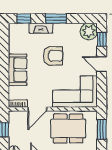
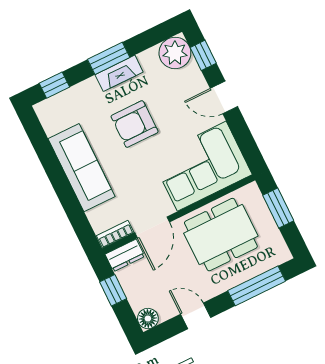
fireplace: (41, 28) -> (119, 73), moved
armchair: (53, 56) -> (135, 124), turned 180
sofa: (18, 70) -> (81, 168), width x1.36
dresser: (18, 116) -> (125, 255), added

